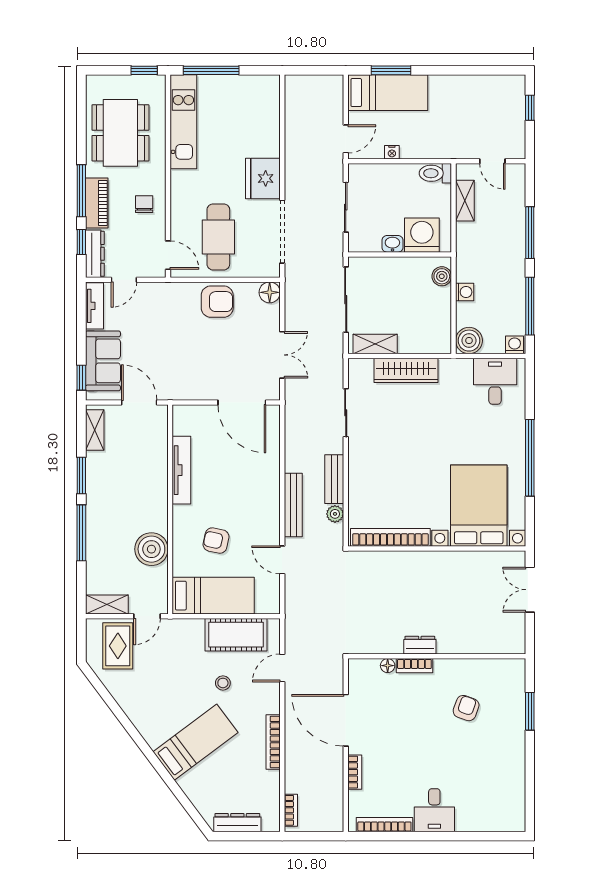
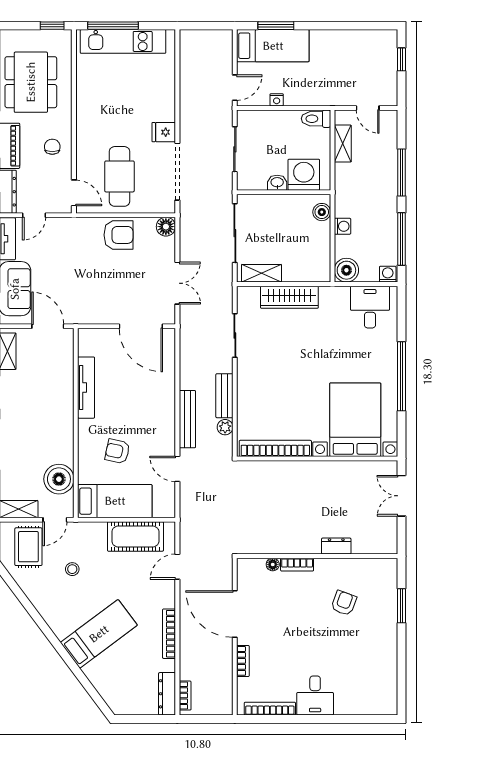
kitchen unit: (183, 122) -> (123, 41), moved, turned 90
fridge: (263, 178) -> (164, 132), width x0.53, depth x0.75
boiler: (151, 549) -> (59, 479), moved
dresser: (420, 645) -> (336, 546), moved
stool: (223, 683) -> (72, 569), moved
dresser: (237, 823) -> (167, 694), moved, turned -90

